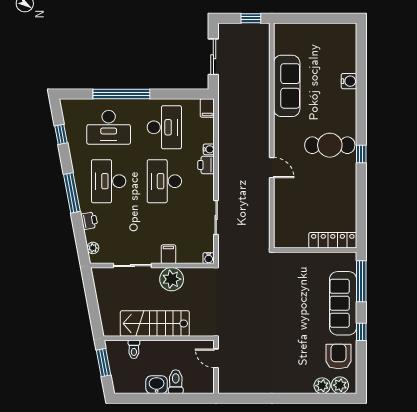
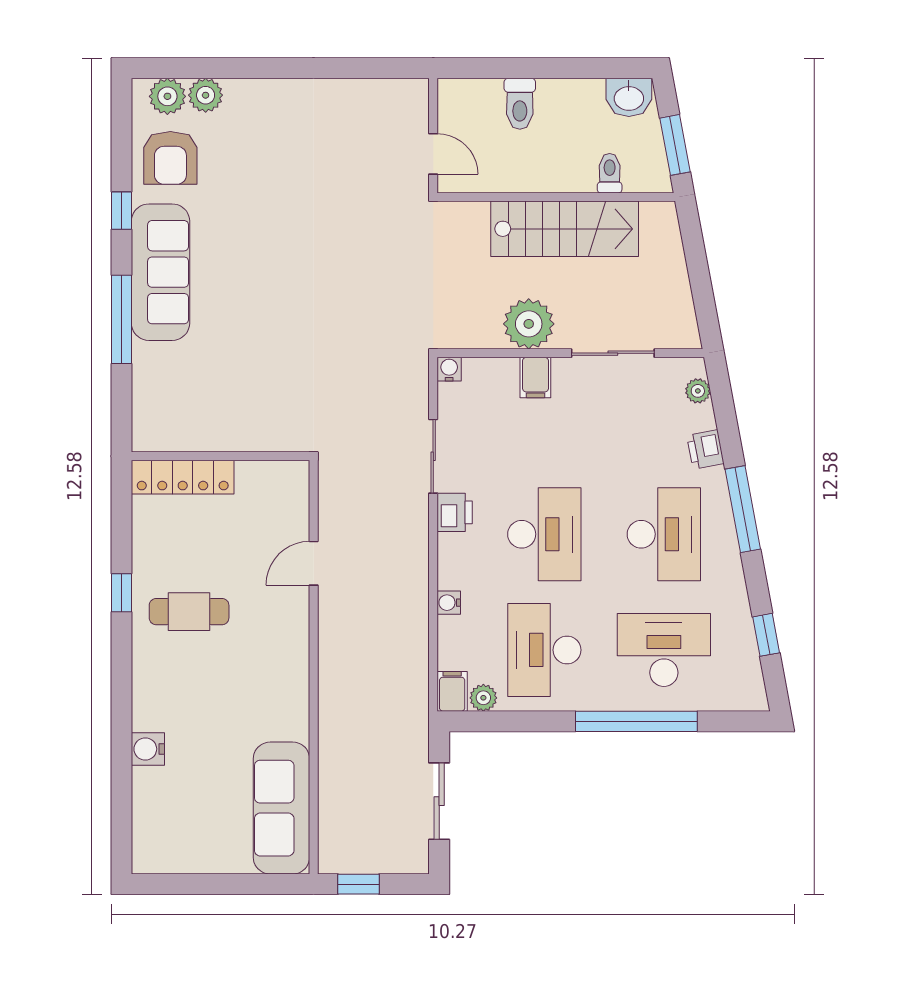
sofa: (287, 86) -> (281, 808), moved
plant: (193, 105) -> (483, 698), added
cafe table: (330, 145) -> (189, 612), width x0.73, depth x0.74
printer: (206, 165) -> (455, 512), moved
door: (272, 168) -> (314, 563), hinge flipped
locker: (333, 240) -> (183, 477), moved
wall: (315, 250) -> (221, 456), moved
washbasin: (157, 385) -> (629, 97), moved

